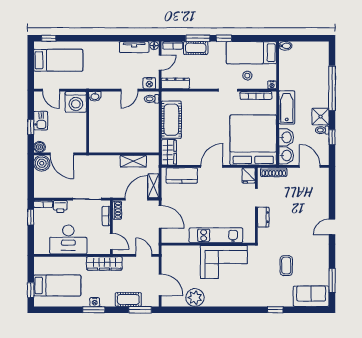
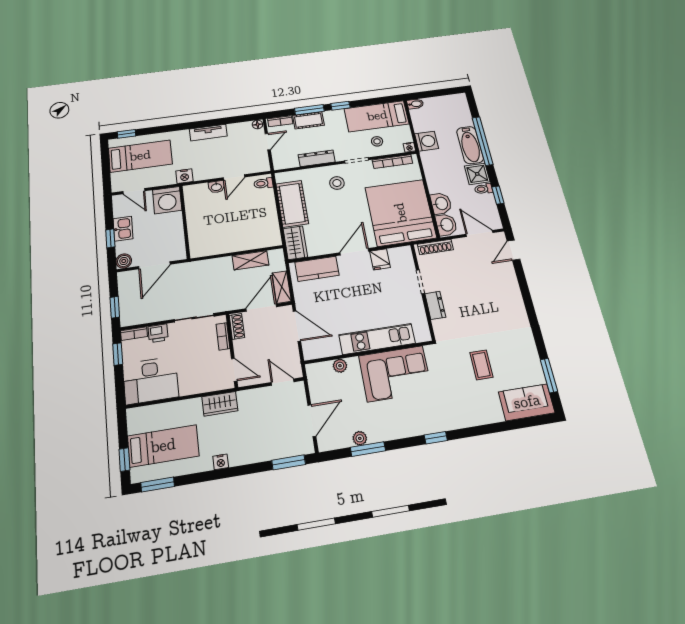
tv unit: (134, 47) -> (208, 133), moved
washing machine: (287, 81) -> (427, 141), added
nightstand: (149, 83) -> (184, 176), moved
dresser: (175, 83) -> (317, 158), moved
washbasin: (95, 96) -> (216, 187), moved
stool: (209, 107) -> (337, 183), added
bathtub: (287, 107) -> (470, 145), moved, turned 180
door: (62, 154) -> (154, 265), hinge flipped
boiler: (42, 163) -> (128, 281), removed
fridge: (249, 175) -> (380, 259), moved
window: (31, 182) -> (115, 307), added
door: (332, 227) -> (513, 250), moved
desk: (68, 239) -> (151, 380), moved
plant: (186, 250) -> (340, 366), added
wardrobe: (104, 263) -> (220, 404), width x0.67
door: (160, 285) -> (312, 421), hinge flipped
plant: (195, 298) -> (360, 438), width x0.53, depth x0.53
cot: (128, 300) -> (269, 450), removed
window: (94, 310) -> (158, 484), moved
window: (195, 310) -> (368, 449), added
window: (275, 310) -> (436, 438), moved

